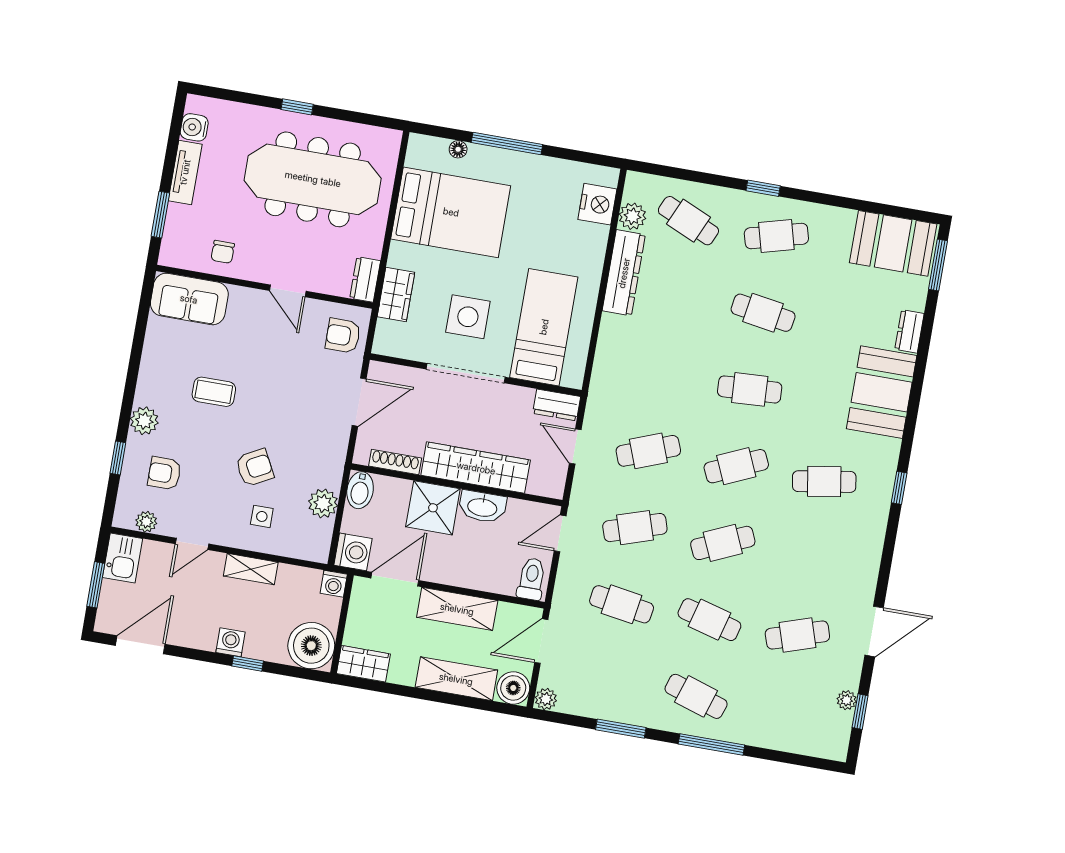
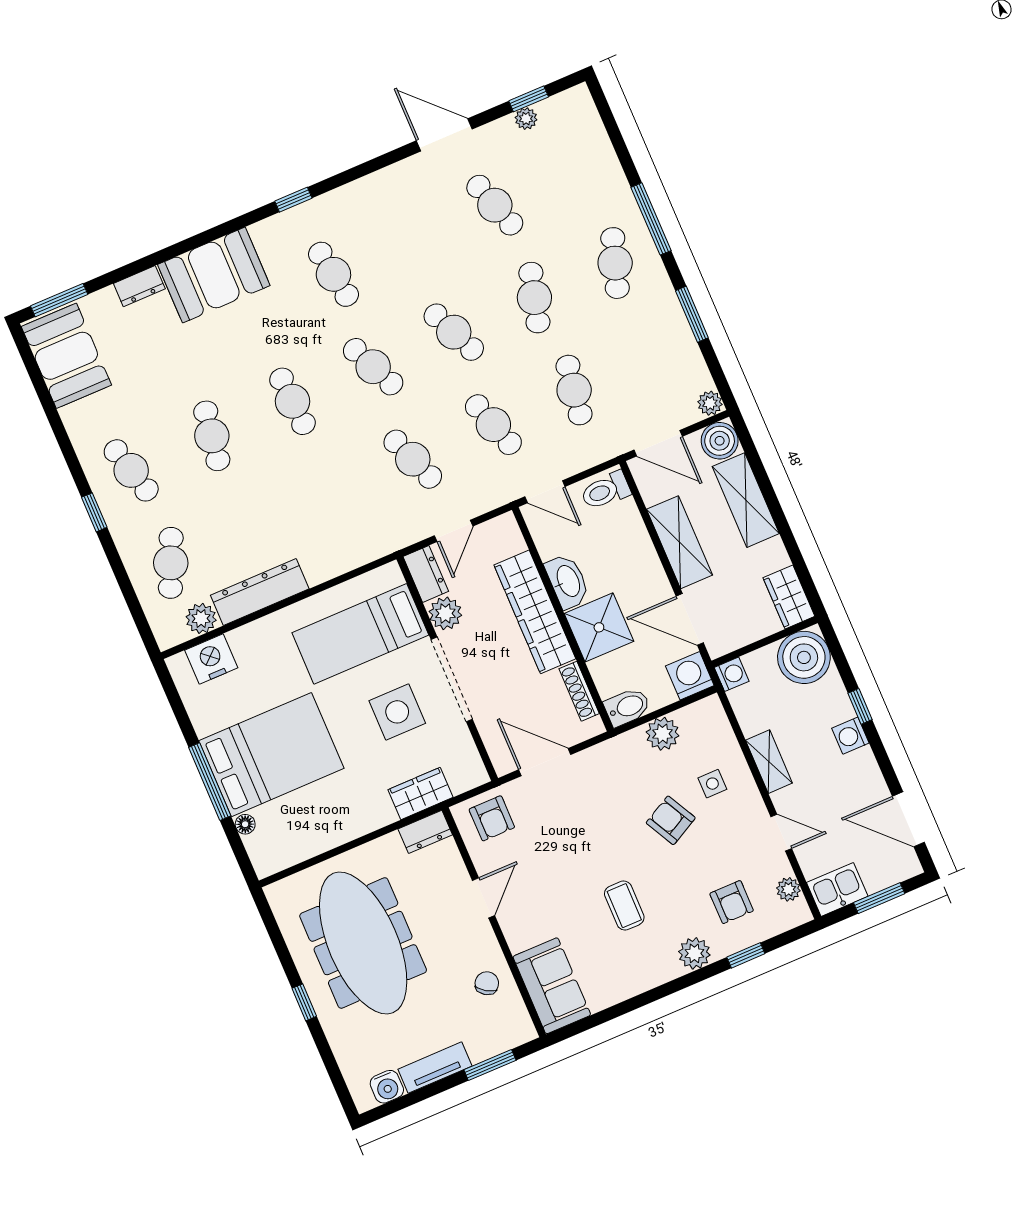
bed: (451, 212) -> (271, 755), moved, turned 90
chair: (223, 252) -> (487, 983), turned -57
plant: (518, 400) -> (445, 613), added

